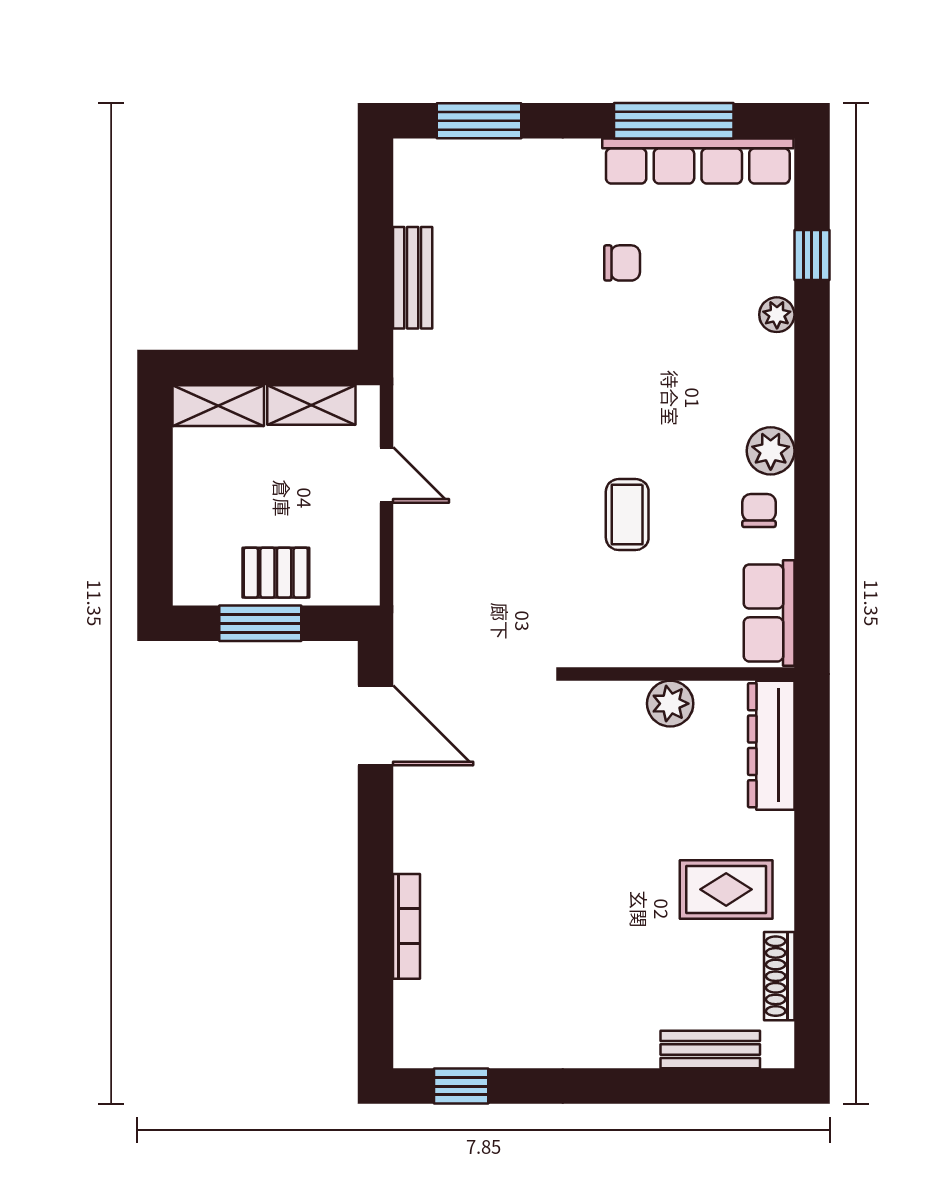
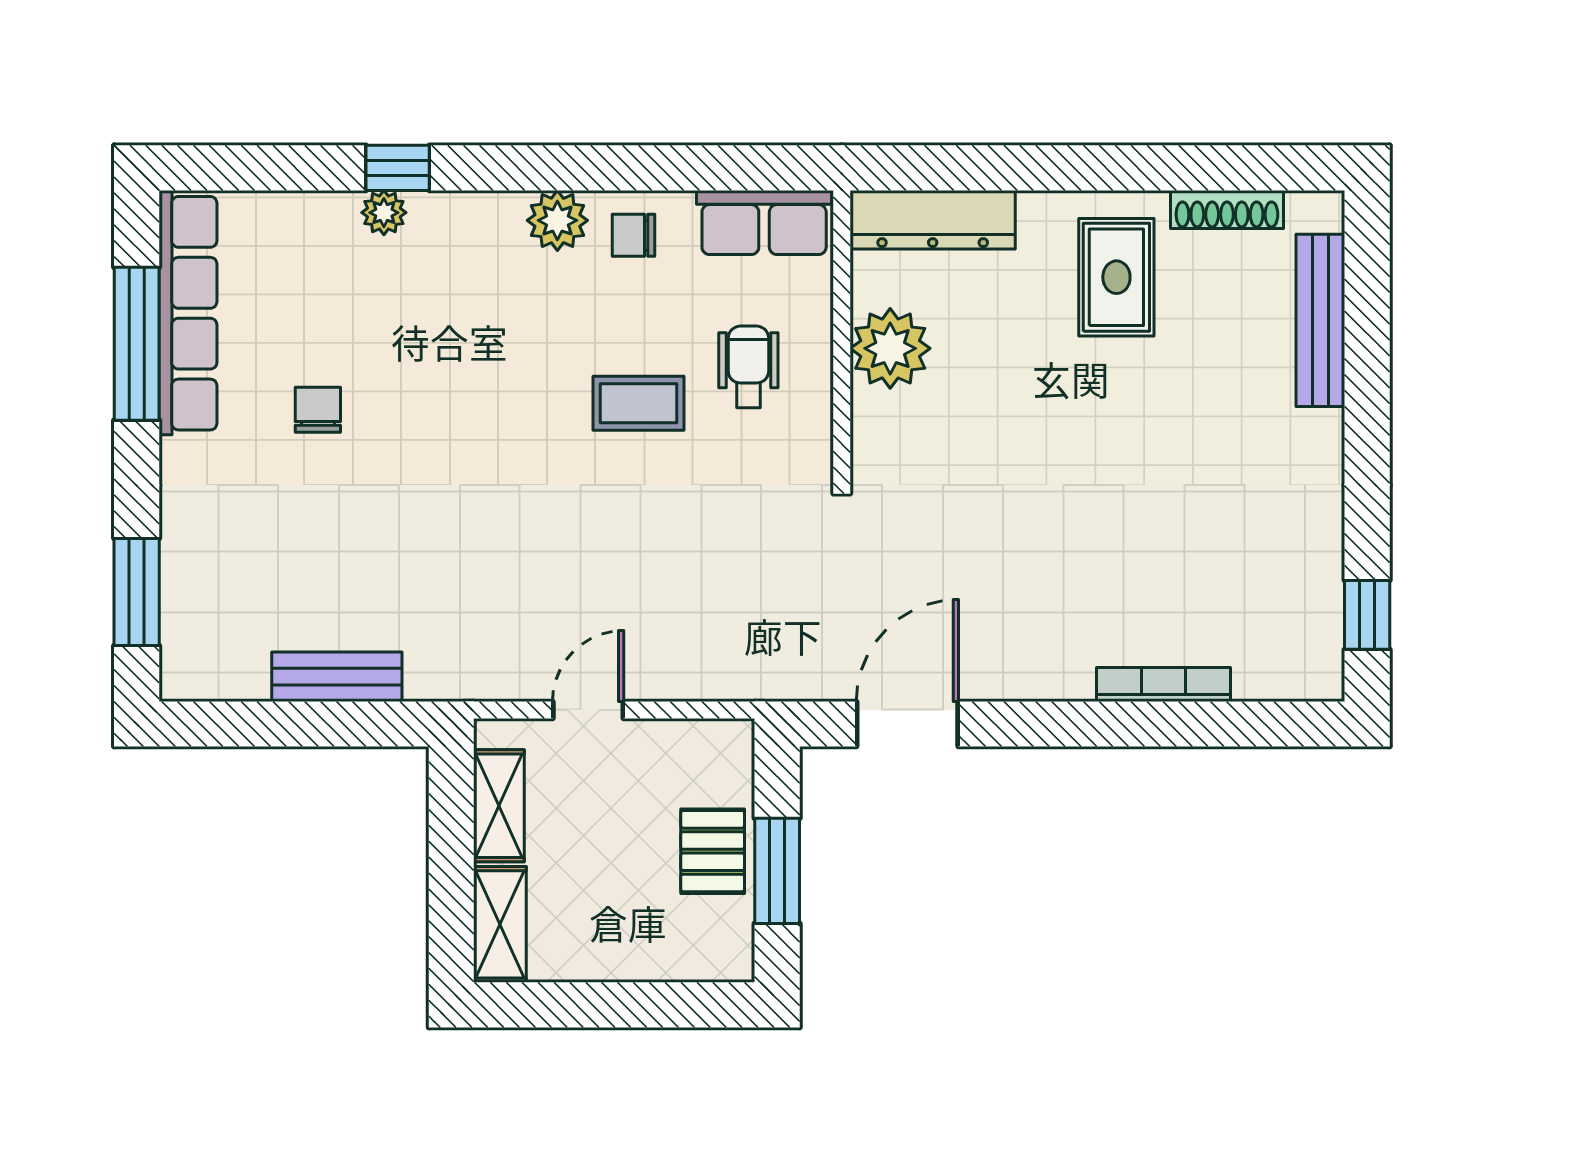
window: (812, 255) -> (398, 168), moved
wheelchair: (656, 601) -> (748, 367), added
plant: (670, 704) -> (890, 348), width x1.36, depth x1.36
bench: (710, 1049) -> (1320, 320), width x1.36

